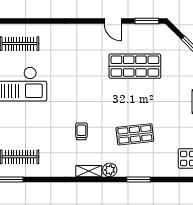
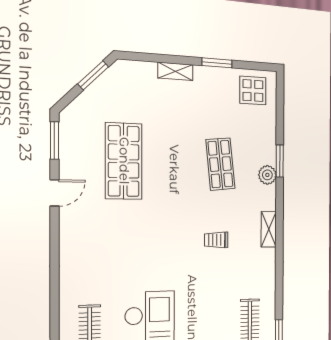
plant: (110, 170) -> (267, 175), moved

